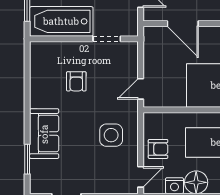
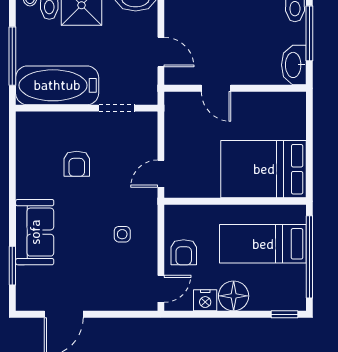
door: (183, 24) -> (216, 88), width x0.73
side table: (111, 135) -> (122, 234), width x0.54, depth x0.54
armchair: (158, 149) -> (184, 252), turned 90

